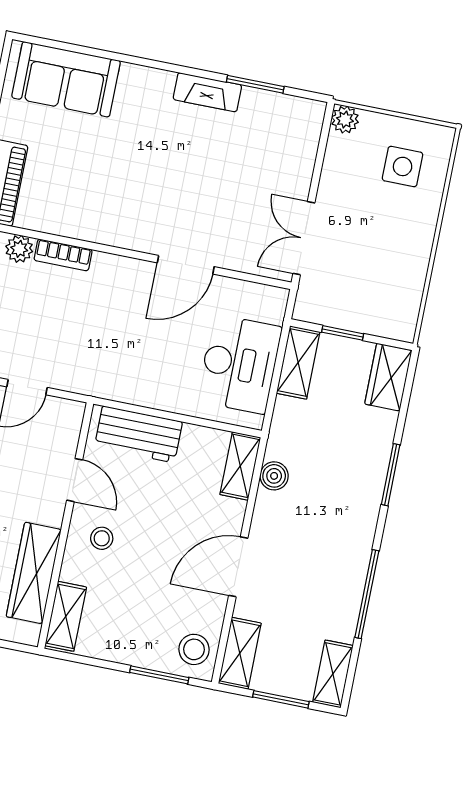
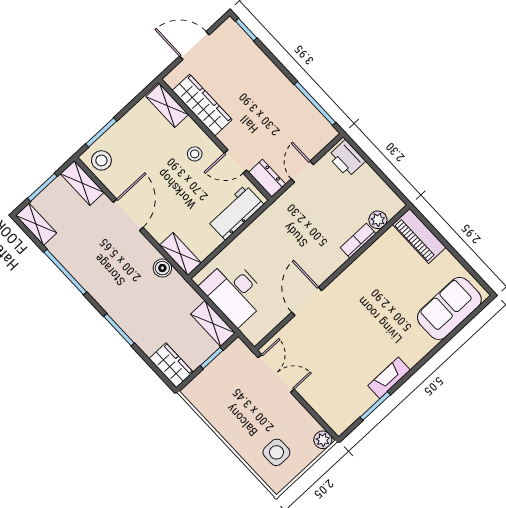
dresser: (67, 425) -> (267, 178), added

